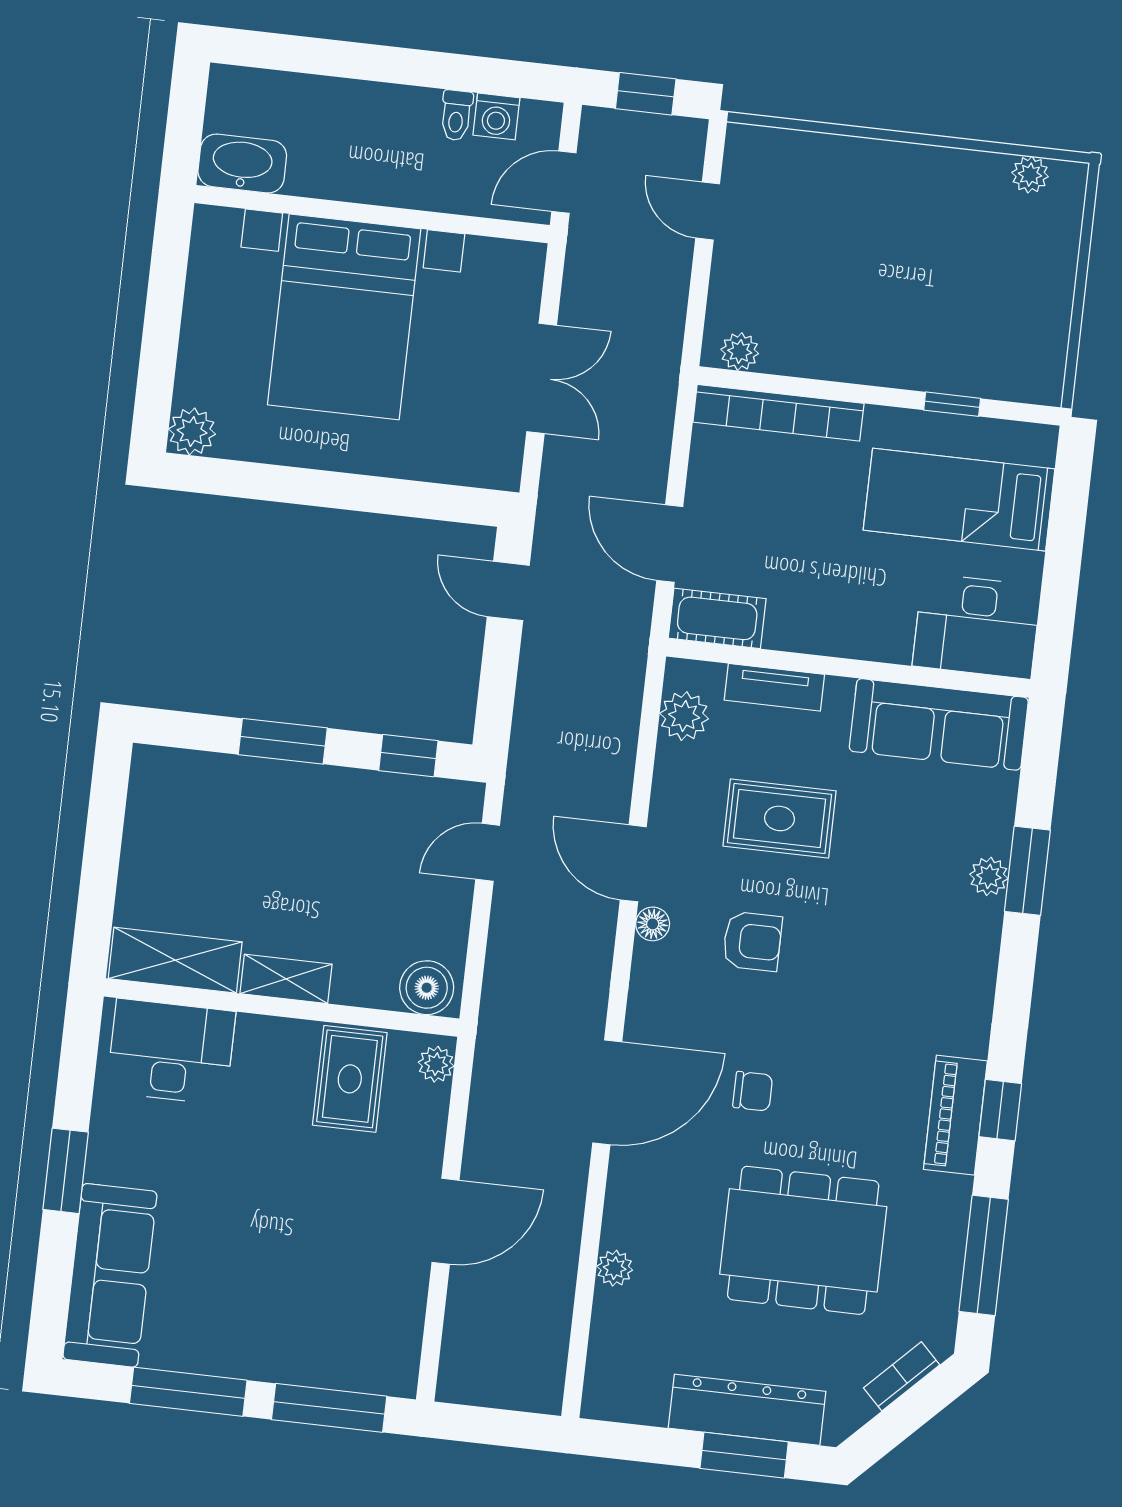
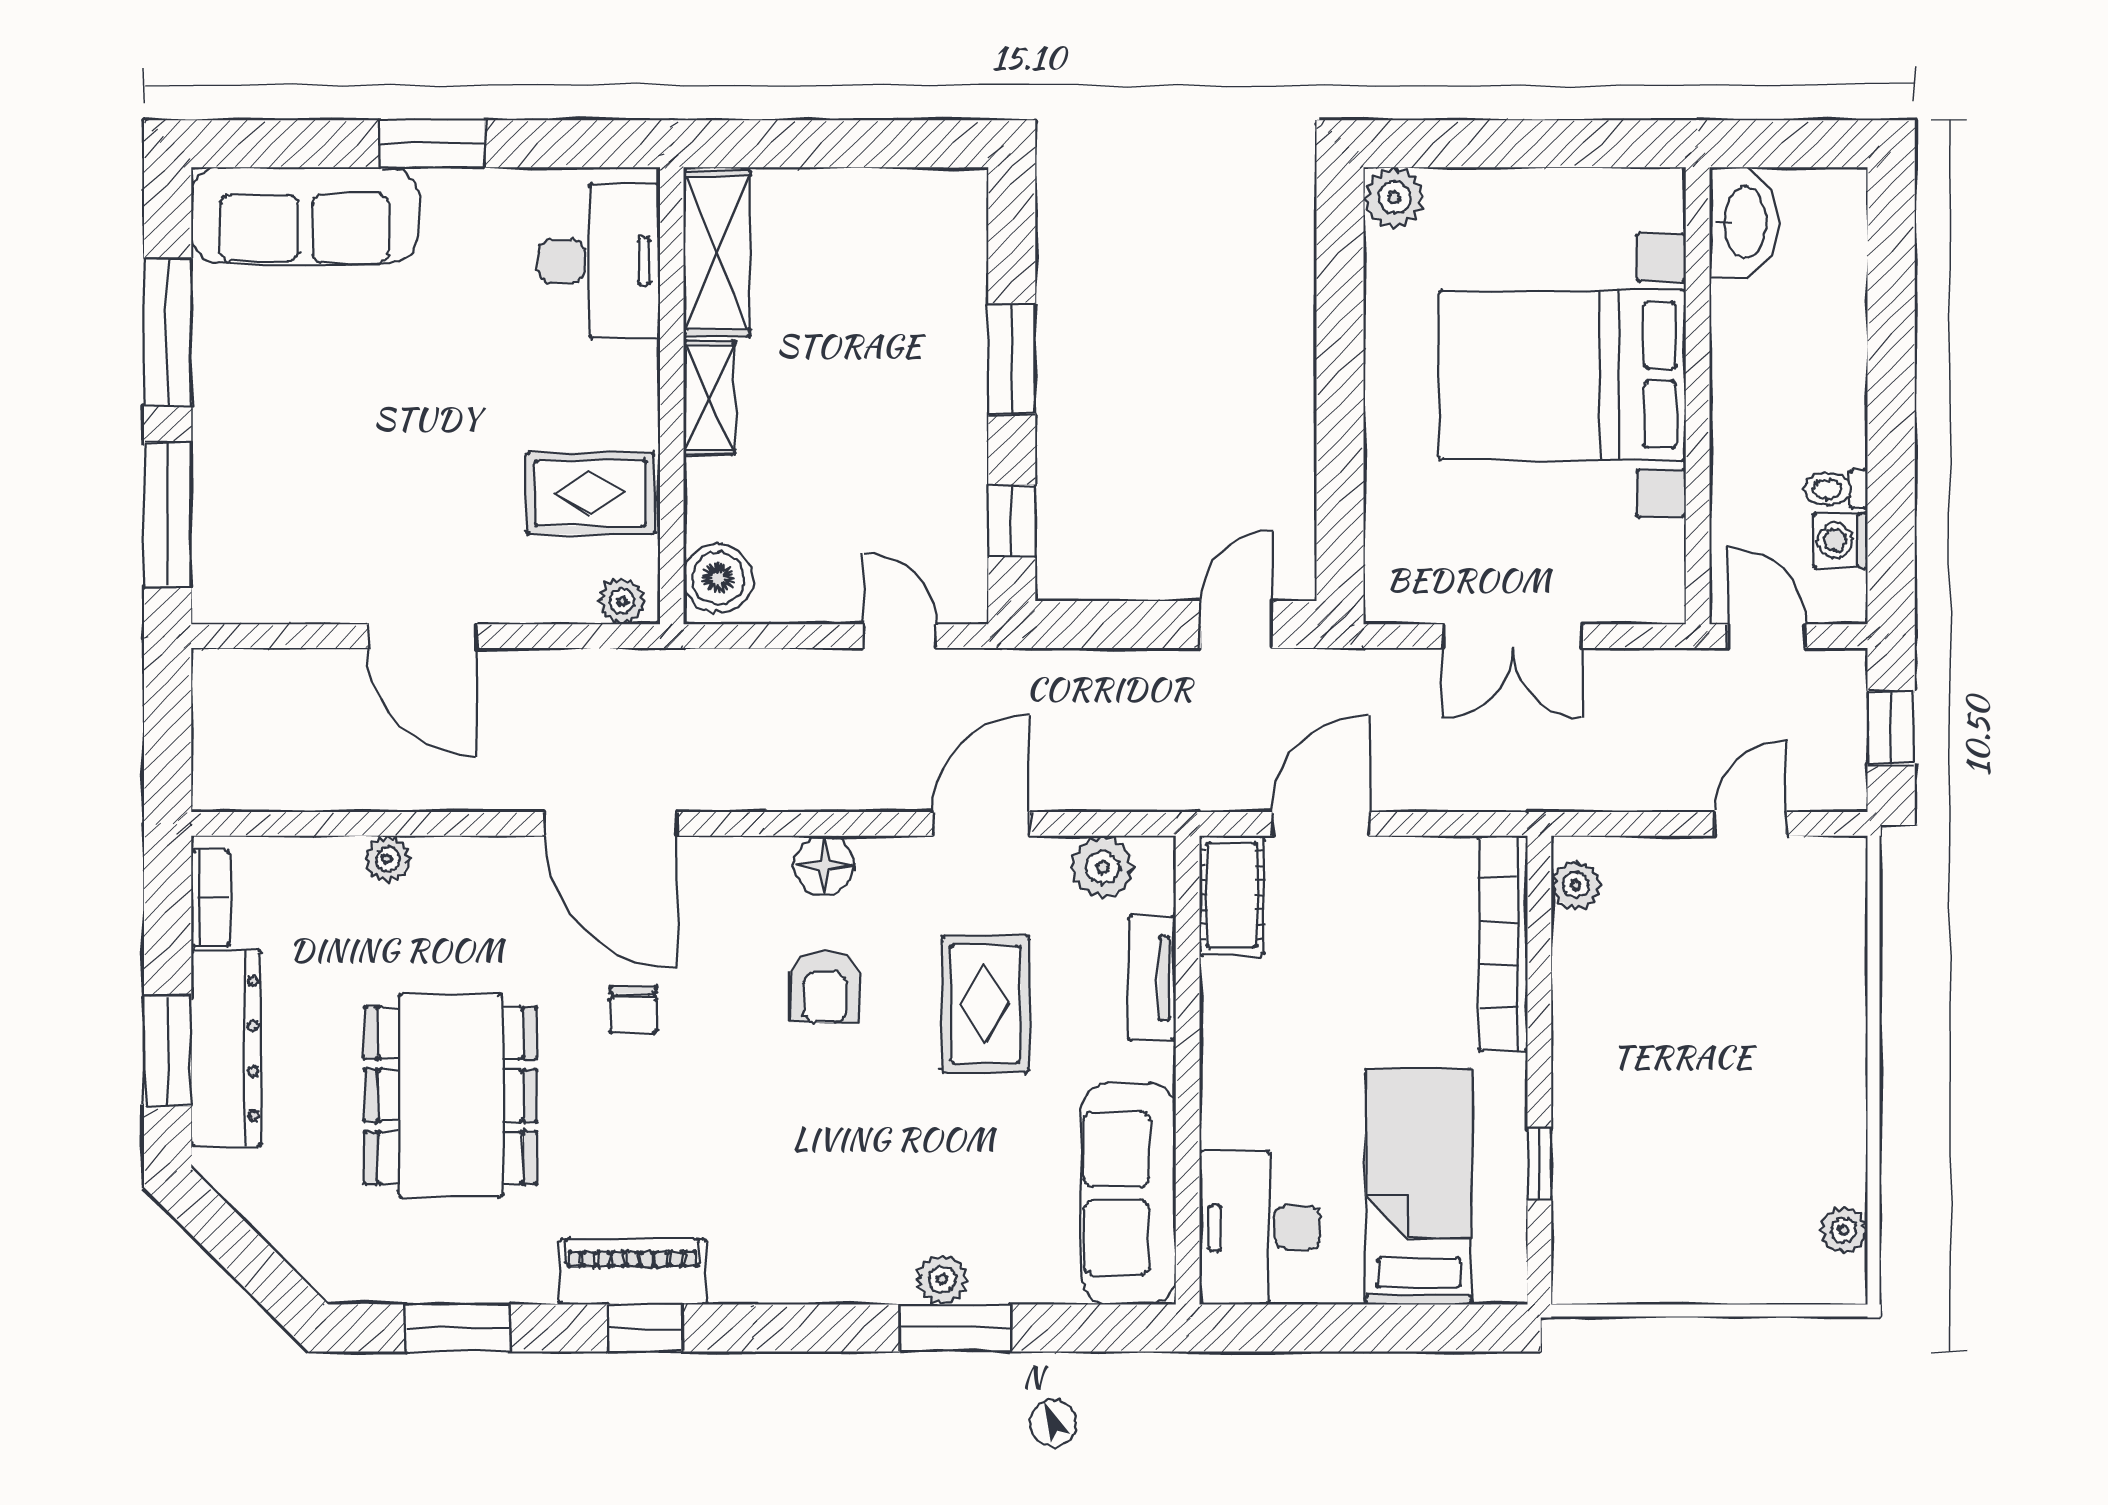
door: (633, 863) -> (981, 824), moved
floor lamp: (653, 924) -> (824, 865), width x1.37, depth x1.37
window: (984, 1255) -> (457, 1328), width x0.69
bookcase: (902, 1376) -> (210, 898), moved, turned 45

